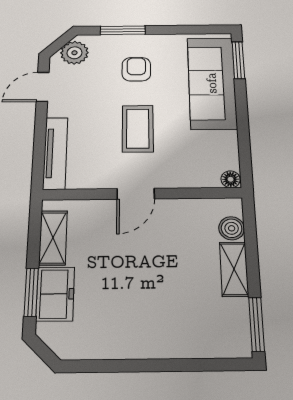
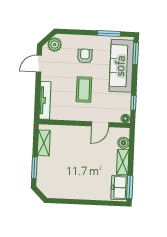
window: (123, 30) -> (109, 33), moved
window: (244, 148) -> (133, 103), added
door: (136, 194) -> (100, 124), moved
freezer: (55, 294) -> (119, 188), moved, turned 180

